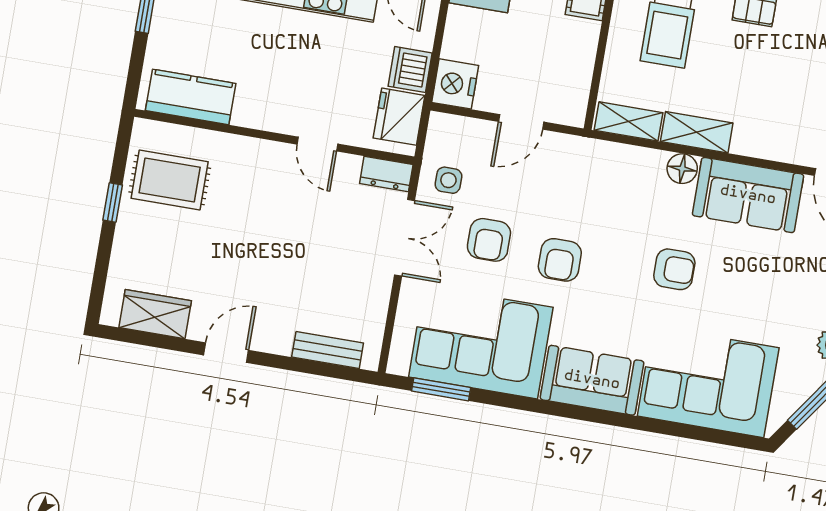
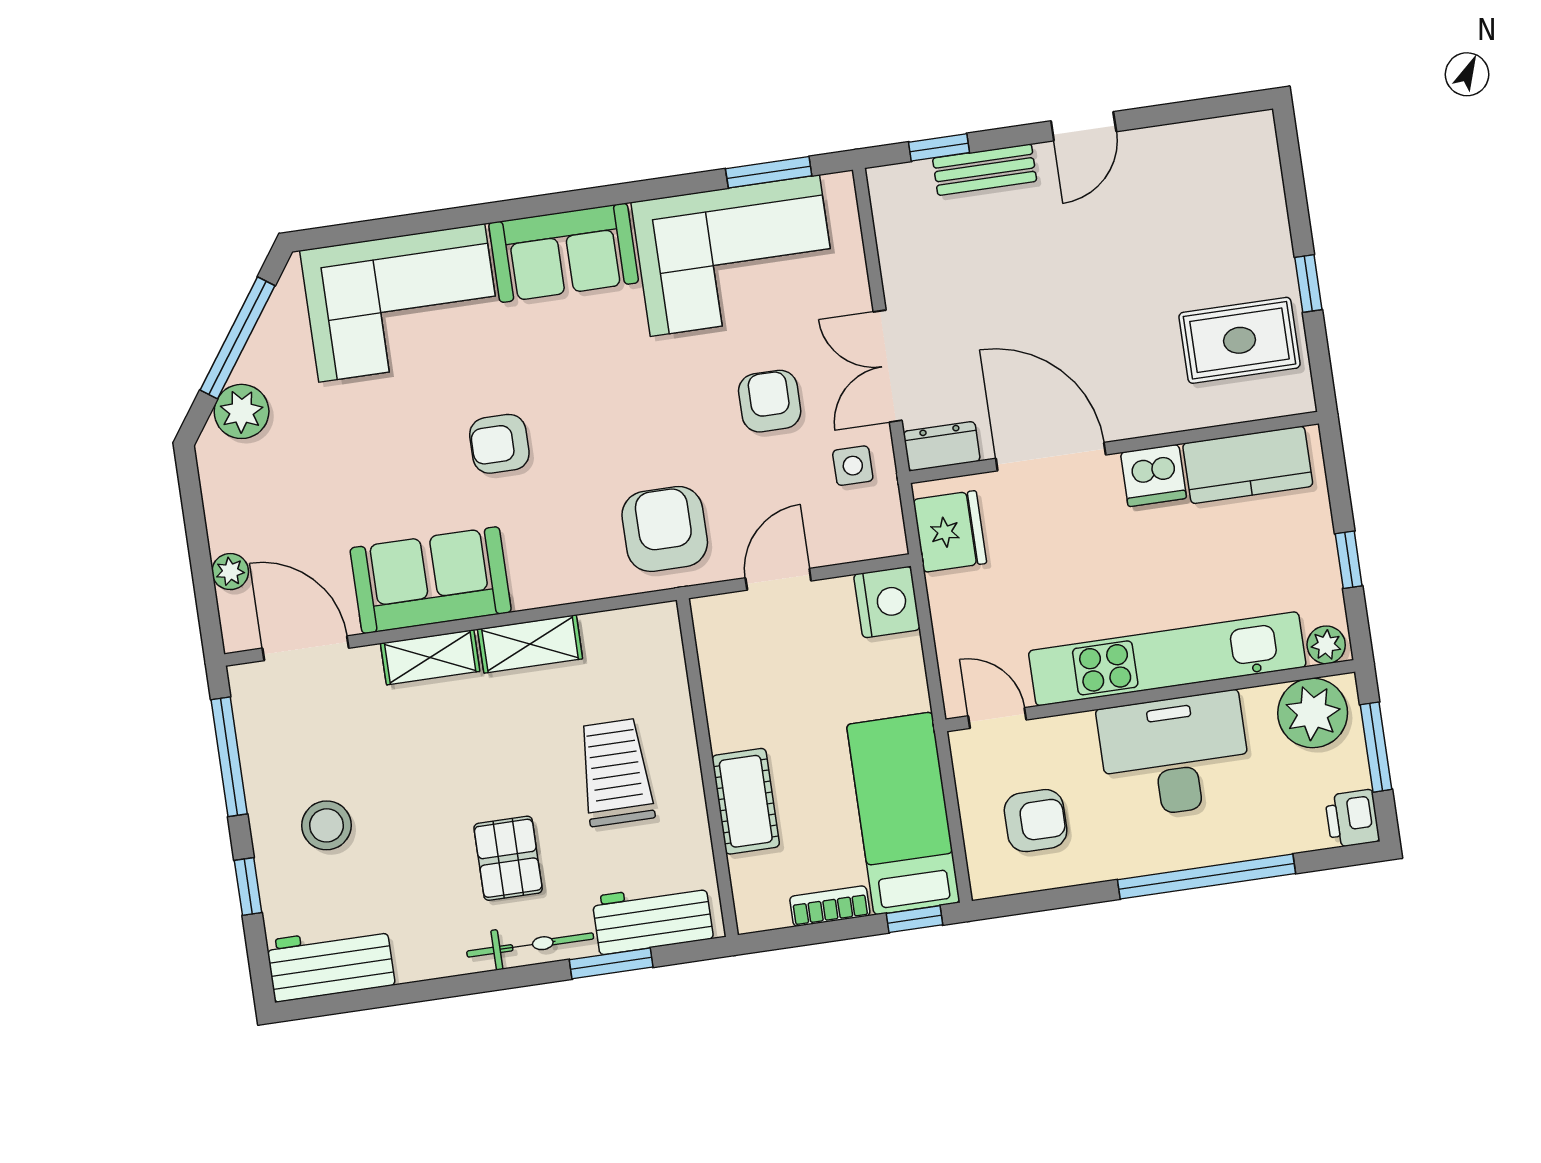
dishwasher: (410, 70) -> (1153, 475), moved, turned 90
shelving: (628, 121) -> (430, 657), moved
door: (317, 144) -> (1051, 457), width x1.87
floor lamp: (682, 169) -> (534, 587), removed
armchair: (560, 260) -> (665, 529), moved, width x1.38, depth x1.38
wardrobe: (155, 314) -> (1199, 148), removed
bench: (328, 350) -> (985, 170), moved
window: (325, 369) -> (939, 147), added

